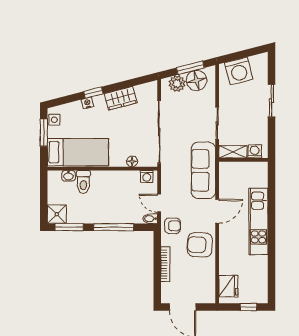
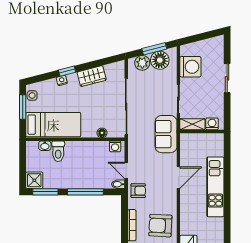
washing machine: (239, 71) -> (190, 67), moved, turned -76
sofa: (203, 170) -> (166, 134), width x0.73
armchair: (200, 245) -> (160, 226), moved

